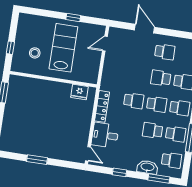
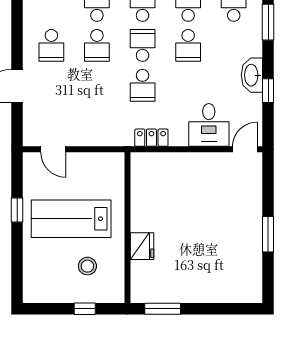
school desk: (165, 52) -> (51, 45), turned 180
fridge: (79, 92) -> (142, 246), moved
school desk: (134, 101) -> (143, 85), turned 180
locker: (102, 106) -> (151, 138), width x0.66
washbasin: (147, 167) -> (252, 75), moved

